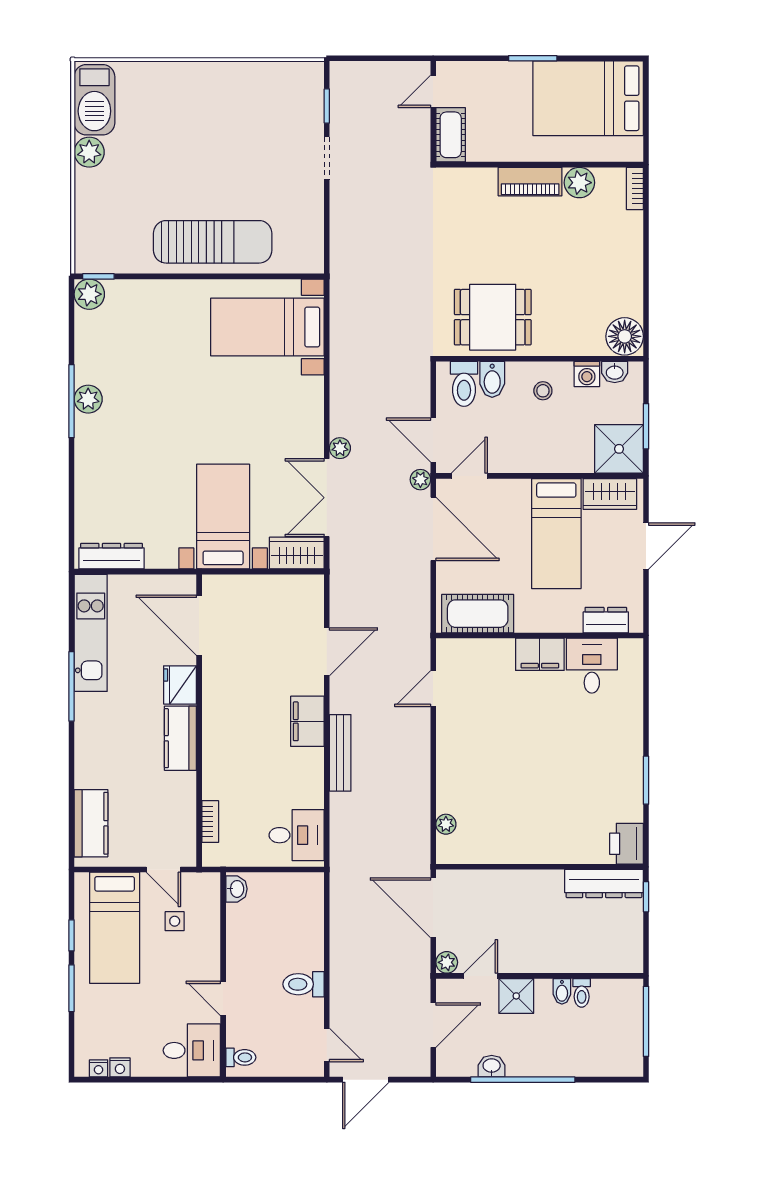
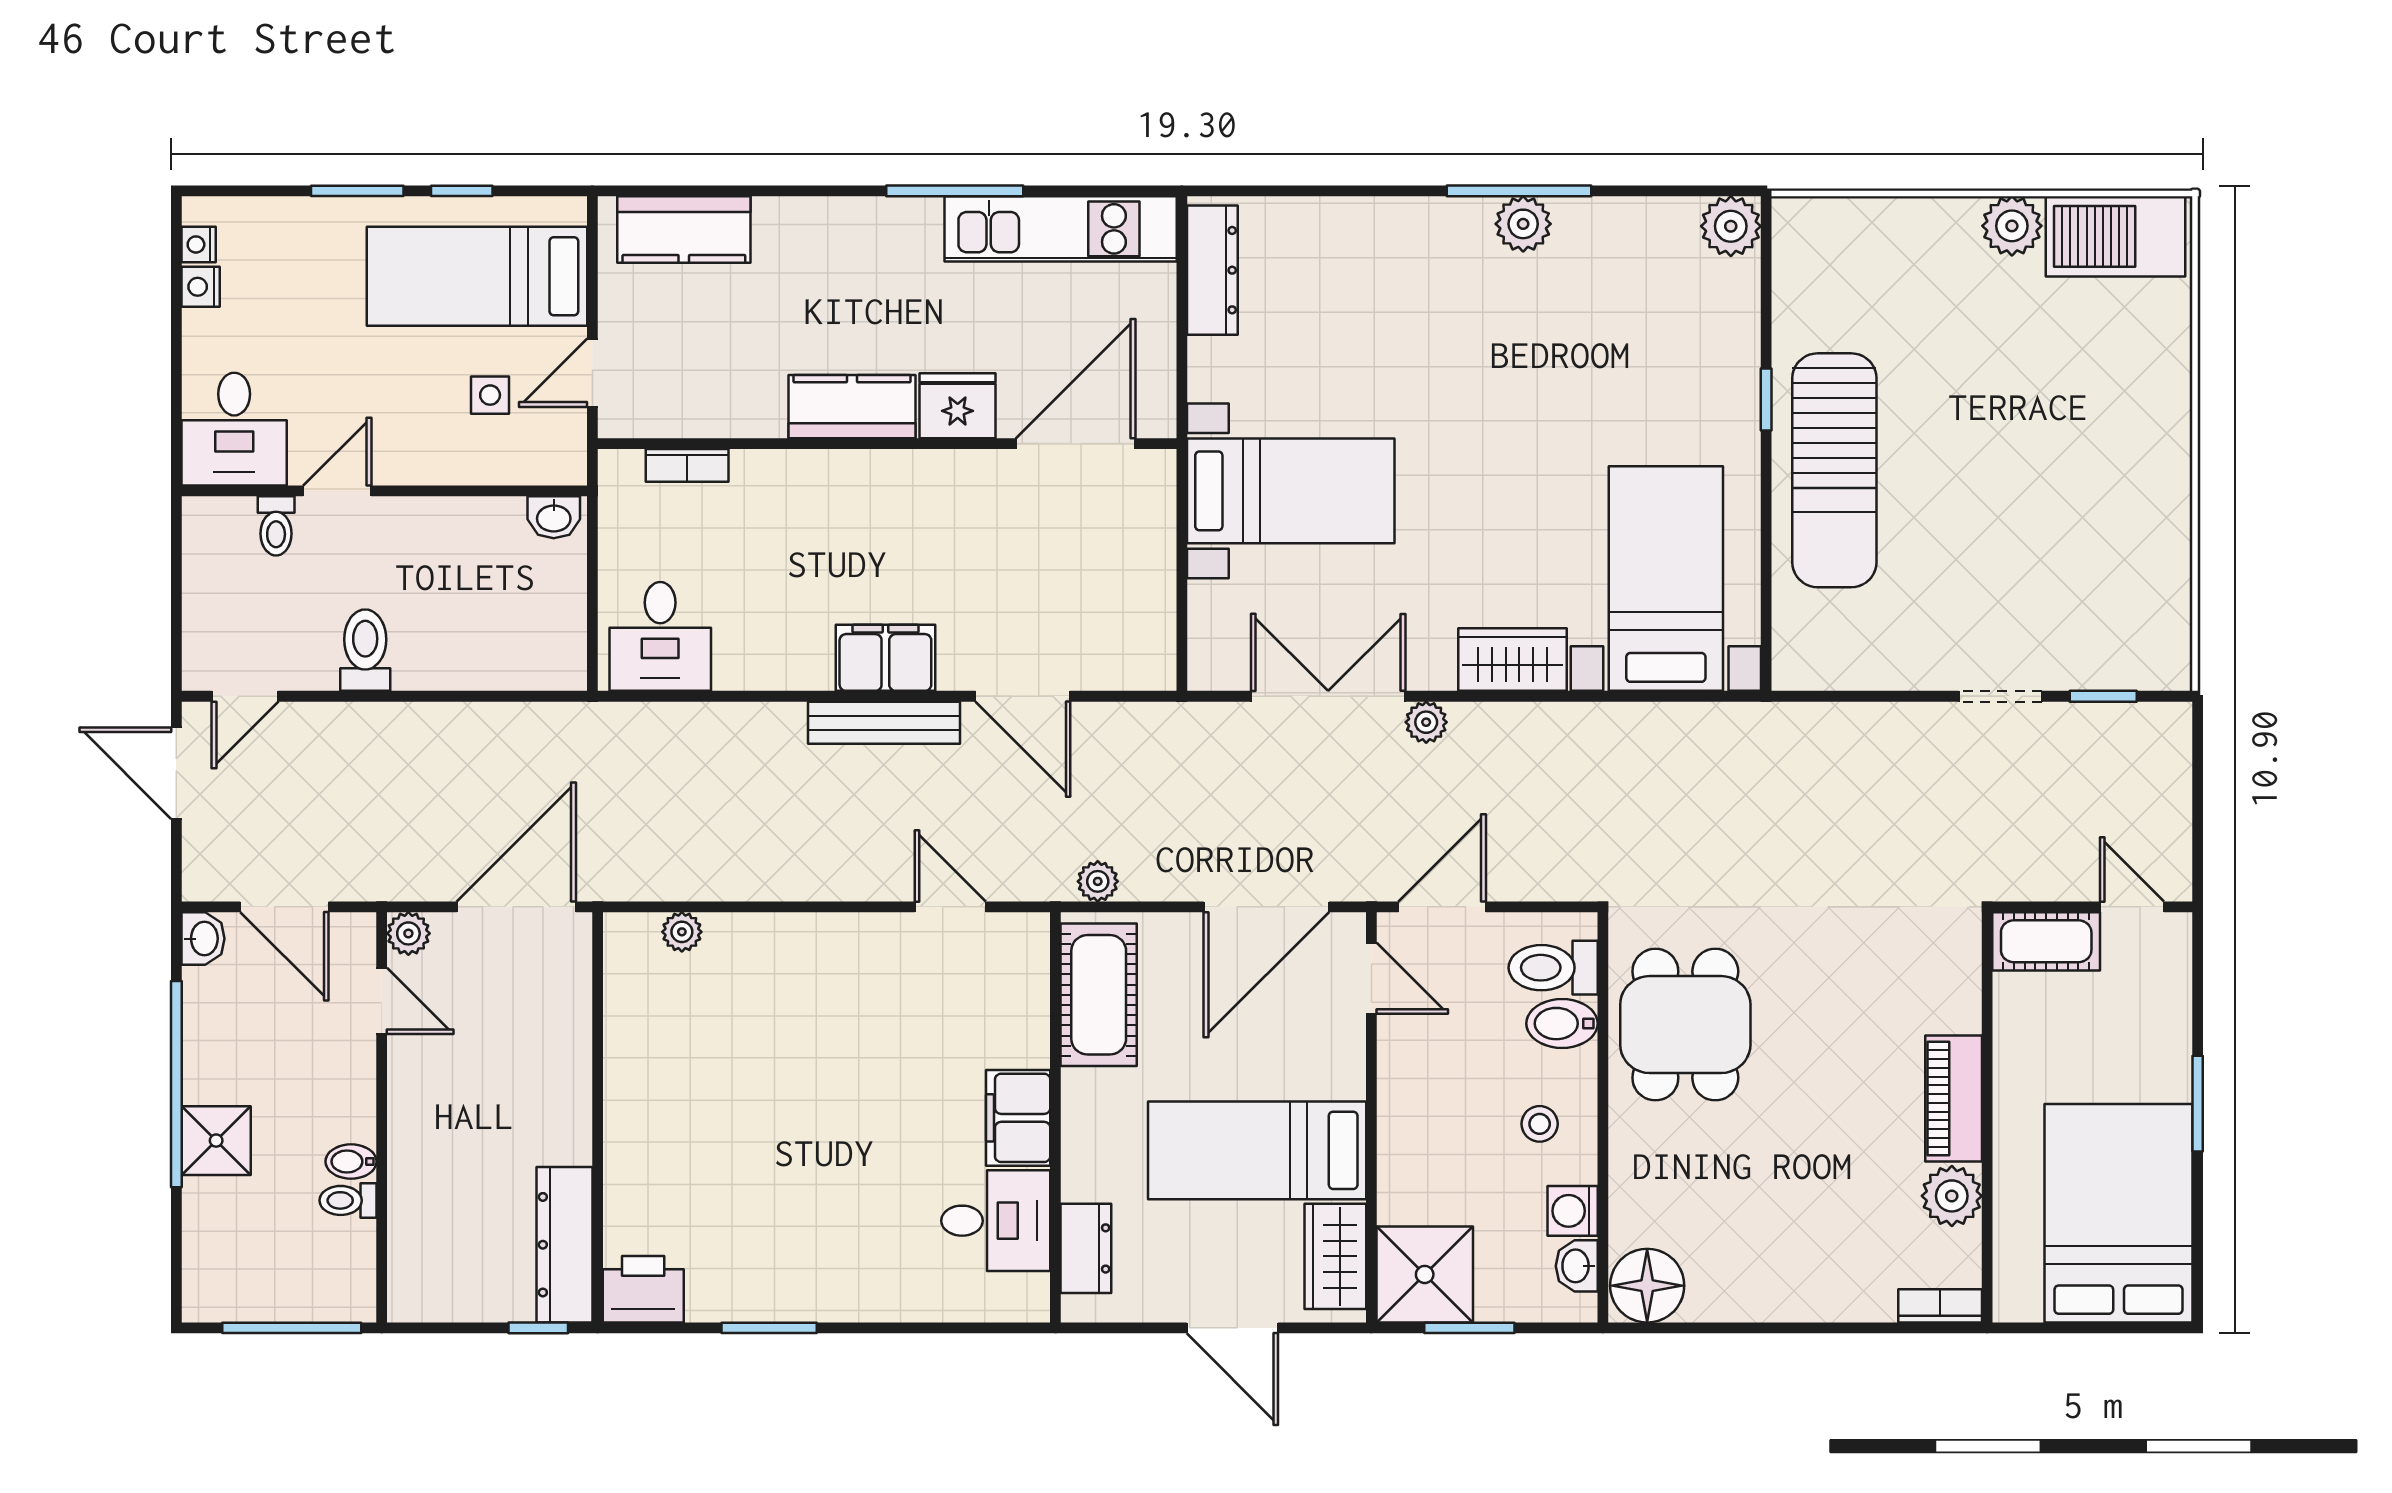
window: (98, 276) -> (1766, 400), moved
plant: (420, 480) -> (1098, 881), moved
wardrobe: (297, 553) -> (1513, 660), moved, turned -90
bench: (340, 753) -> (884, 723), moved
shower: (516, 996) -> (216, 1141), moved
toilet: (241, 1057) -> (276, 526), moved
washbasin: (492, 1066) -> (203, 939), moved

